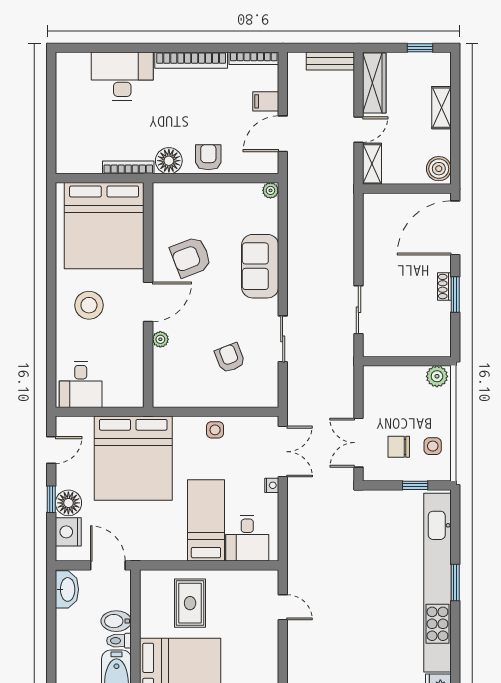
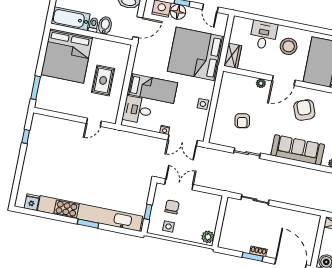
sofa: (260, 266) -> (298, 150), width x1.36
door: (148, 302) -> (284, 81), hinge flipped
armchair: (230, 358) -> (242, 121), turned 100
desk: (81, 385) -> (263, 35), moved, turned 90
wardrobe: (124, 396) -> (233, 56), added
rug: (190, 603) -> (103, 80), moved, turned 90

